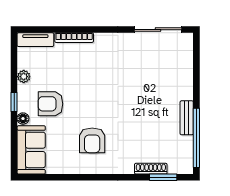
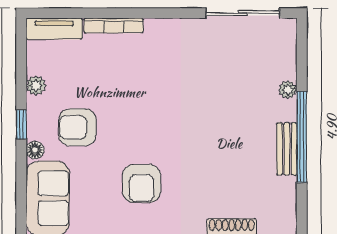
plant: (187, 79) -> (288, 90), added
window: (196, 138) -> (302, 137), moved

